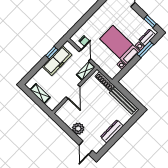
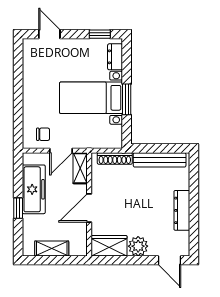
window: (145, 49) -> (127, 99), moved
window: (52, 53) -> (18, 208), moved
door: (85, 55) -> (61, 151), swing flipped
door: (73, 92) -> (89, 208), swing flipped
wardrobe: (66, 116) -> (109, 246), added

